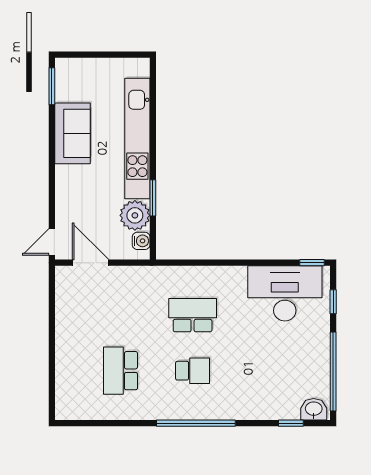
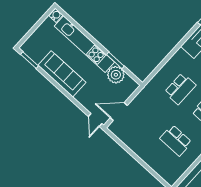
sofa: (72, 133) -> (62, 74), width x1.36
water cooler: (141, 241) -> (56, 15), moved
school desk: (193, 315) -> (180, 89), turned 180

